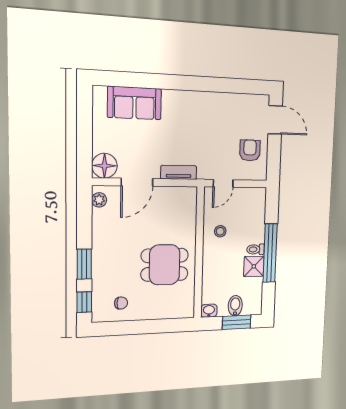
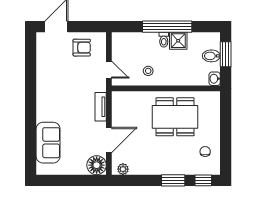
armchair: (250, 150) -> (82, 48), turned 180
door: (137, 182) -> (109, 140), hinge flipped
dining table: (165, 265) -> (175, 117), width x1.38

